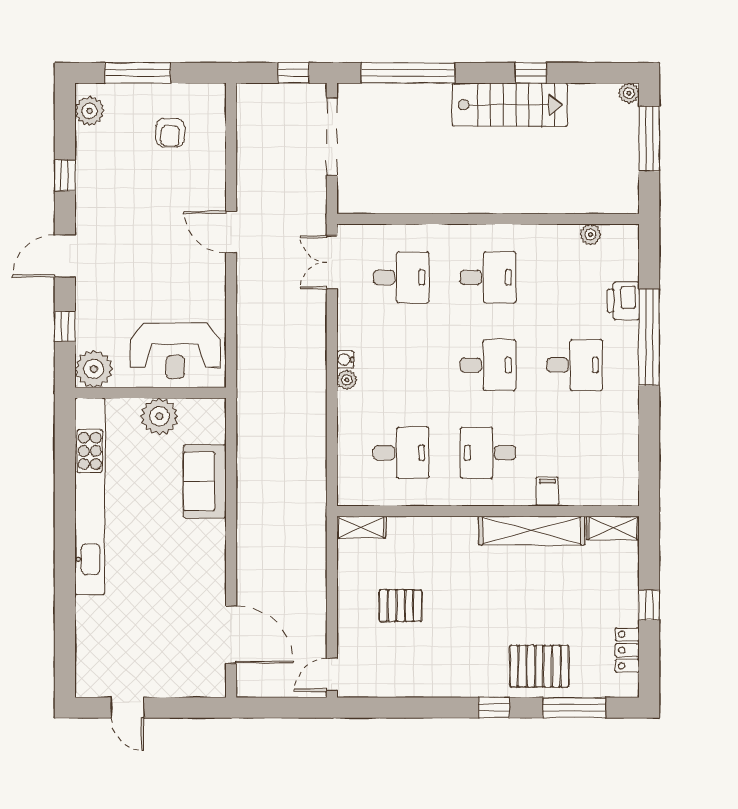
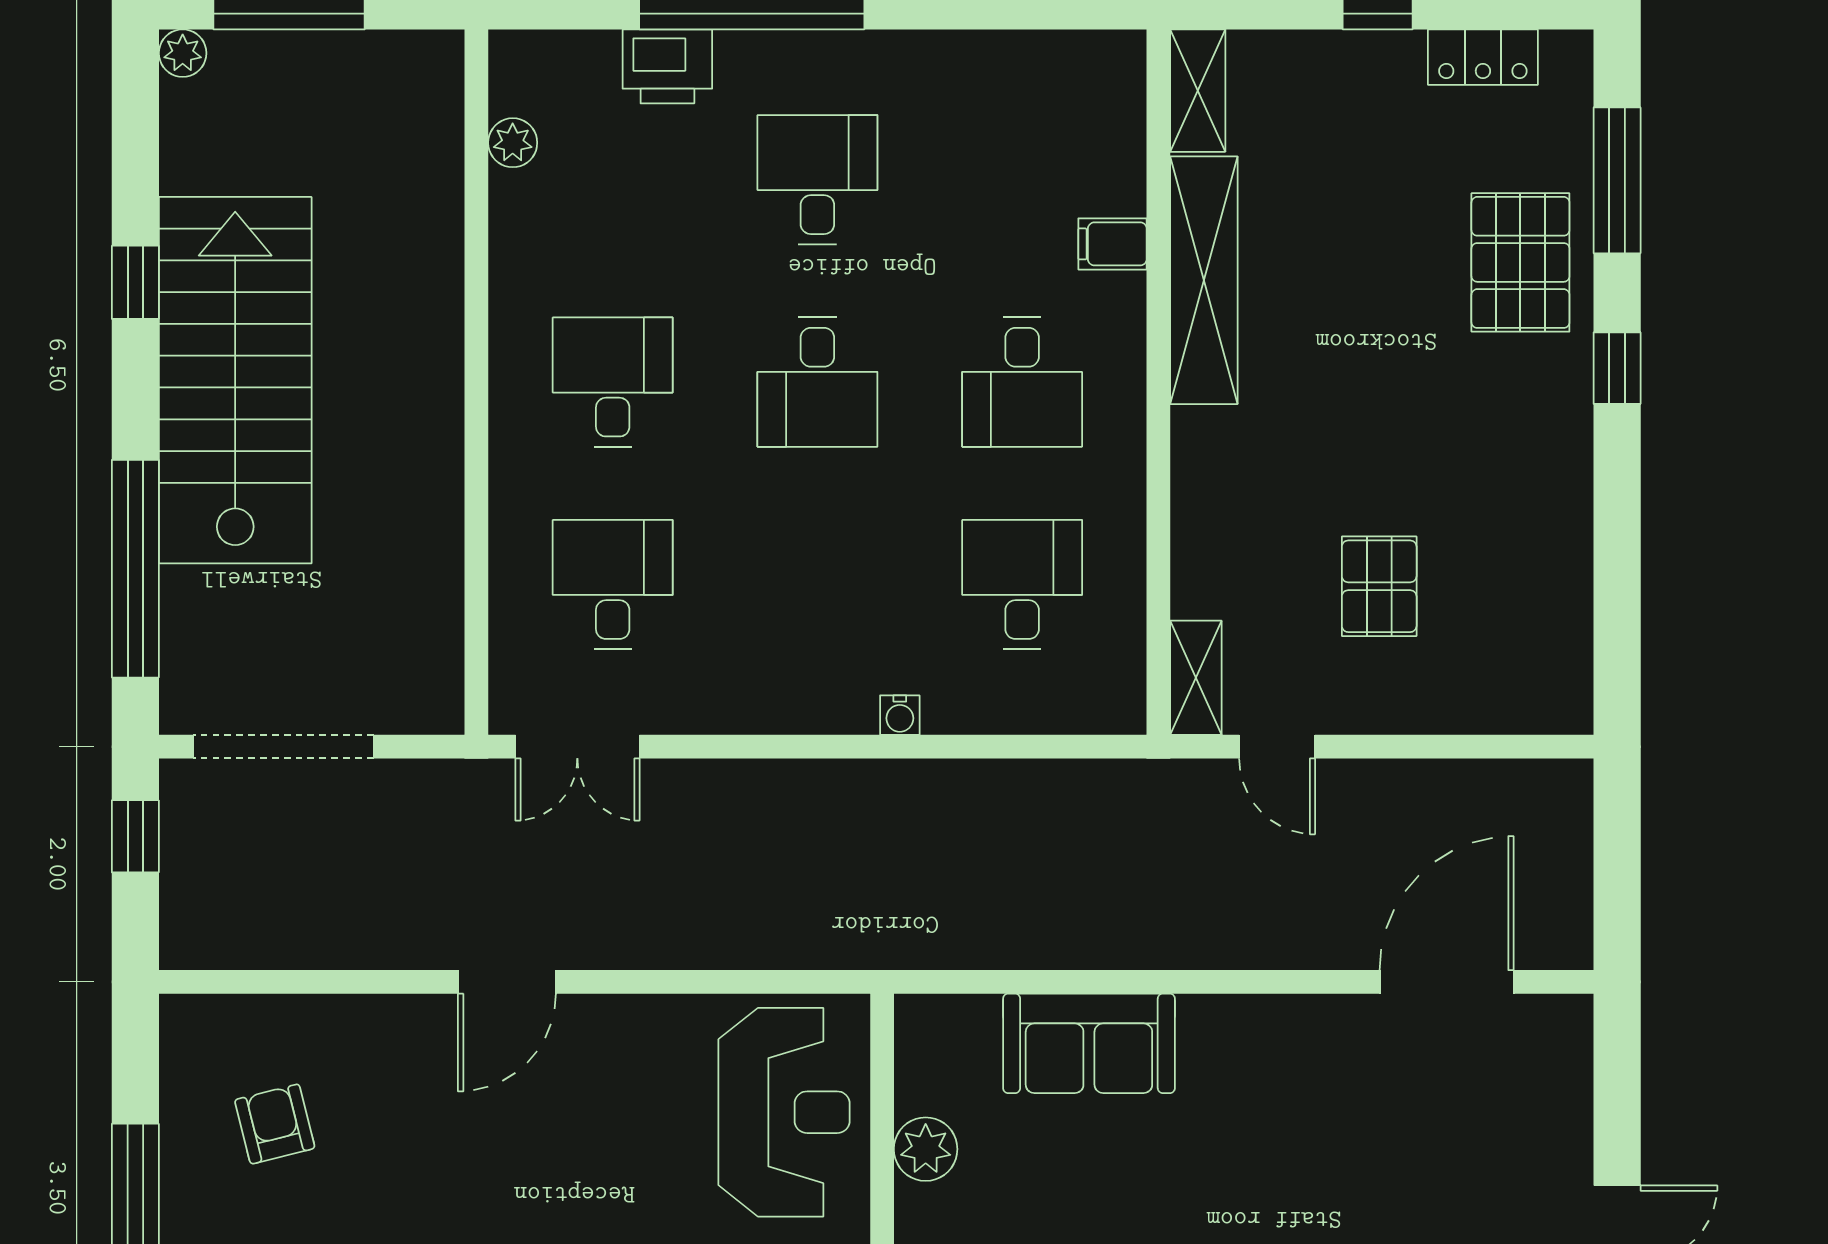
stairs: (510, 105) -> (235, 380), width x1.36, depth x1.51
armchair: (170, 133) -> (275, 1124), turned -104
water cooler: (345, 360) -> (900, 715), moved
desk: (488, 365) -> (817, 382), turned 180
plant: (347, 380) -> (852, 712), removed
plant: (159, 416) -> (926, 1149), width x0.73, depth x0.73
door: (332, 675) -> (1277, 747), moved

